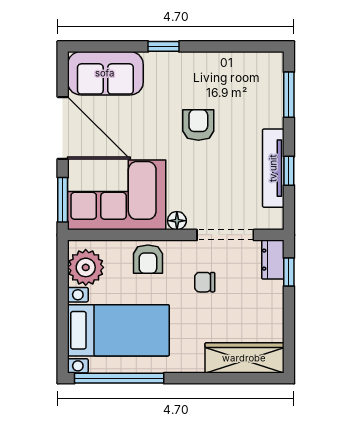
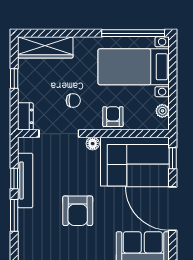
window: (289, 95) -> (14, 215), moved
armchair: (198, 125) -> (78, 211), width x1.38, depth x1.38
window: (63, 200) -> (173, 158), width x0.67
plant: (86, 267) -> (162, 111), width x0.53, depth x0.53
window: (289, 272) -> (14, 78), moved

